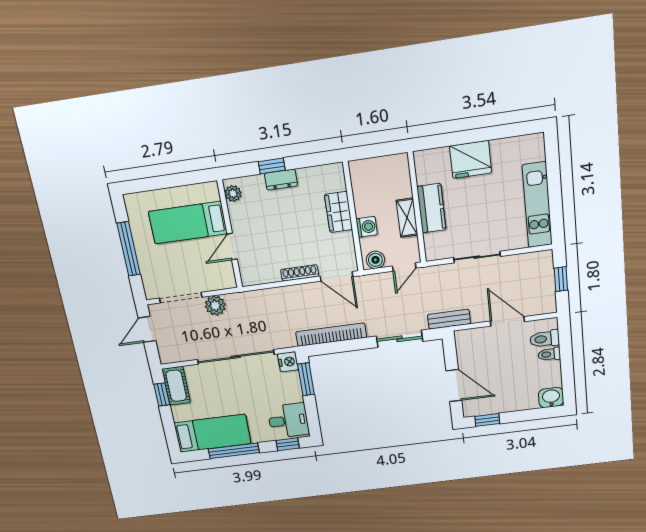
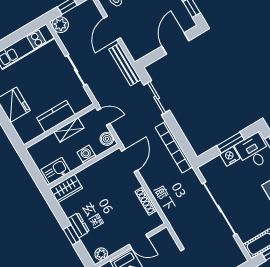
kitchen sink: (362, 179) -> (56, 171), added
wardrobe: (339, 212) -> (66, 189), moved
shoe rack: (300, 273) -> (146, 201), moved
plant: (215, 306) -> (60, 25), moved
bench: (449, 319) -> (125, 64), width x1.36
nightstand: (288, 362) -> (230, 156), moved
window: (306, 379) -> (230, 143), moved

